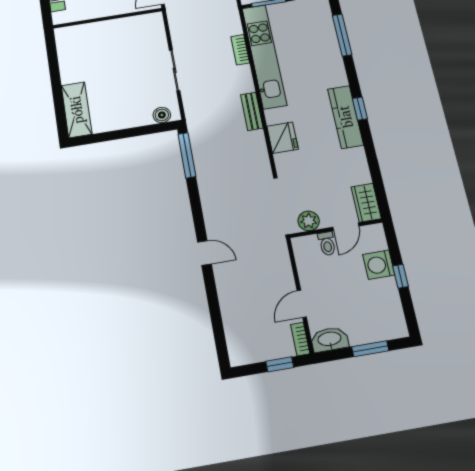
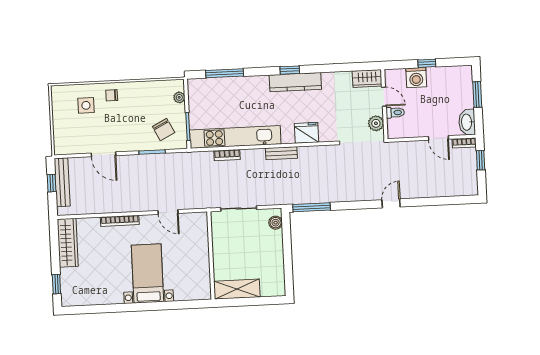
wall: (108, 18) -> (211, 255), moved
shelving: (77, 110) -> (237, 289), moved

